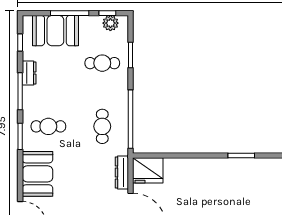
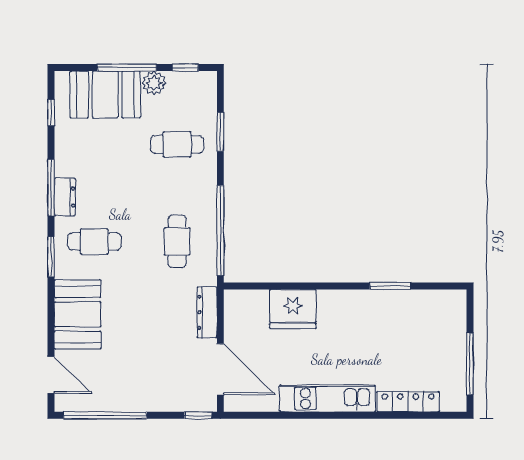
plant: (110, 23) -> (154, 83), moved
dresser: (29, 73) -> (65, 197), moved
fridge: (148, 170) -> (293, 309), moved

